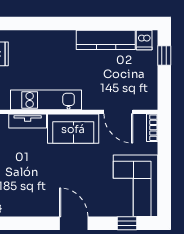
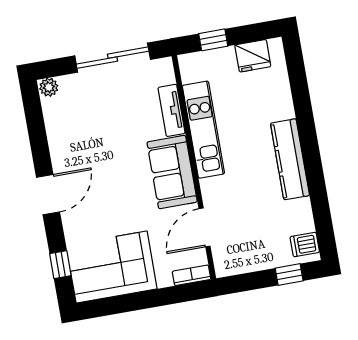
kitchen counter: (106, 40) -> (290, 159), moved

